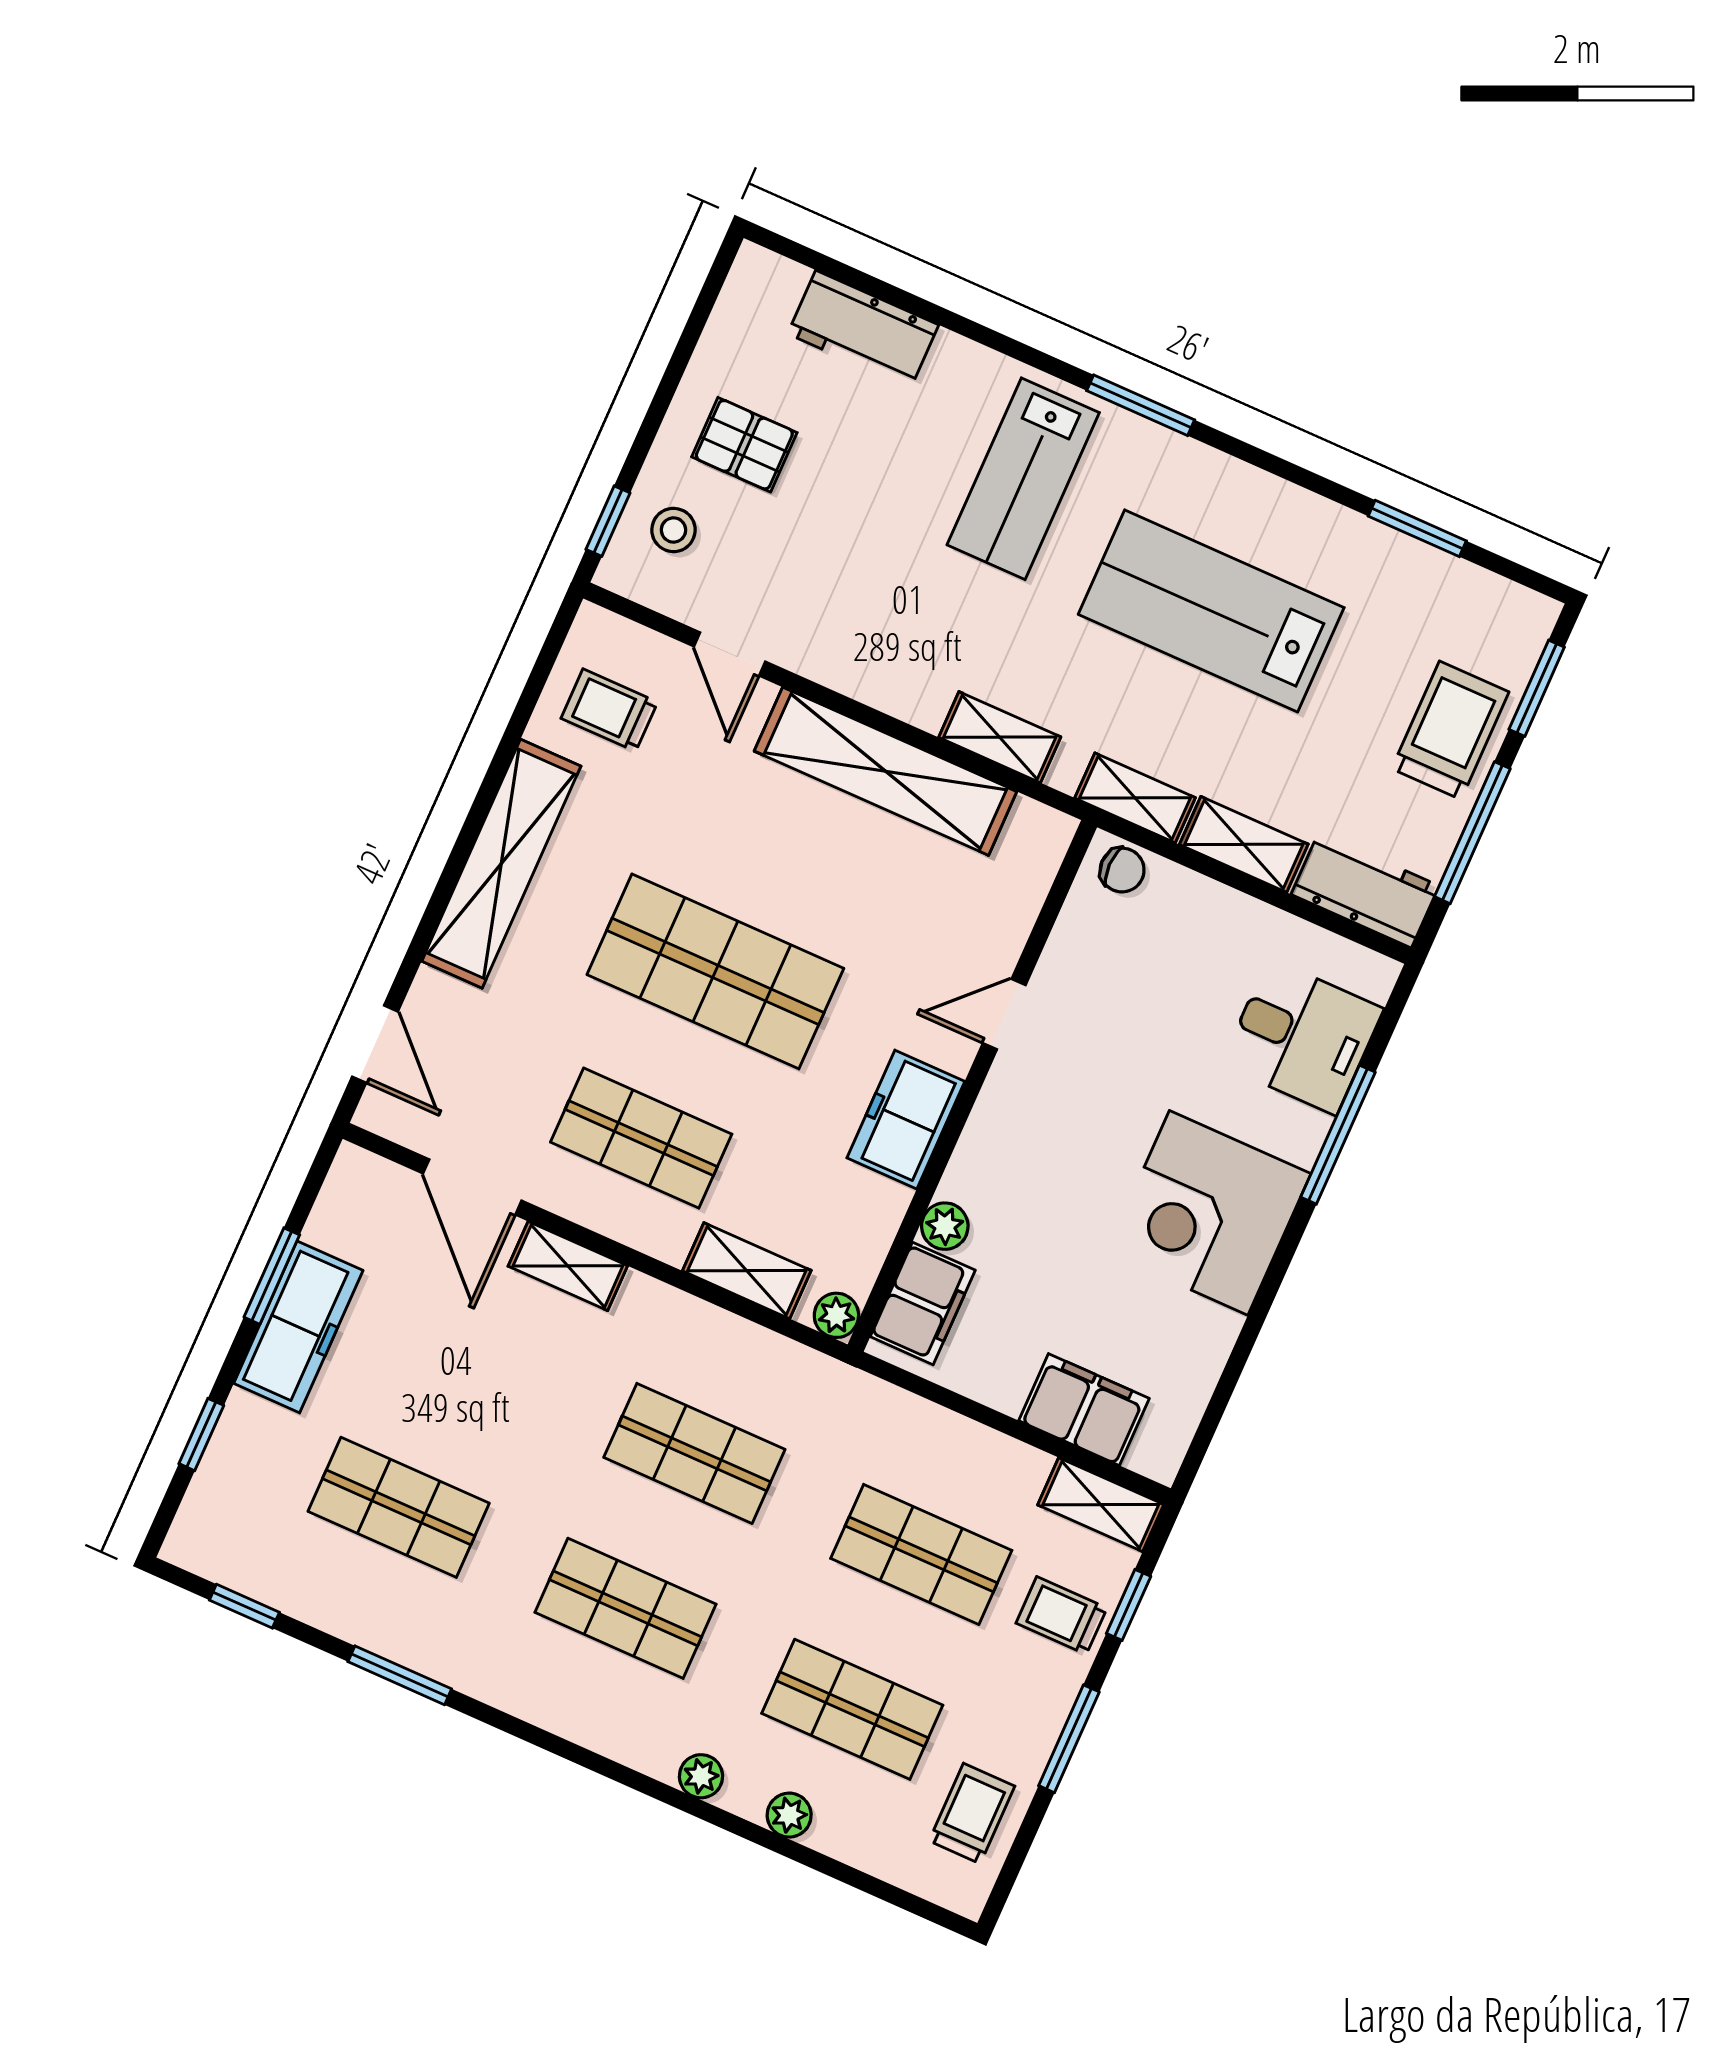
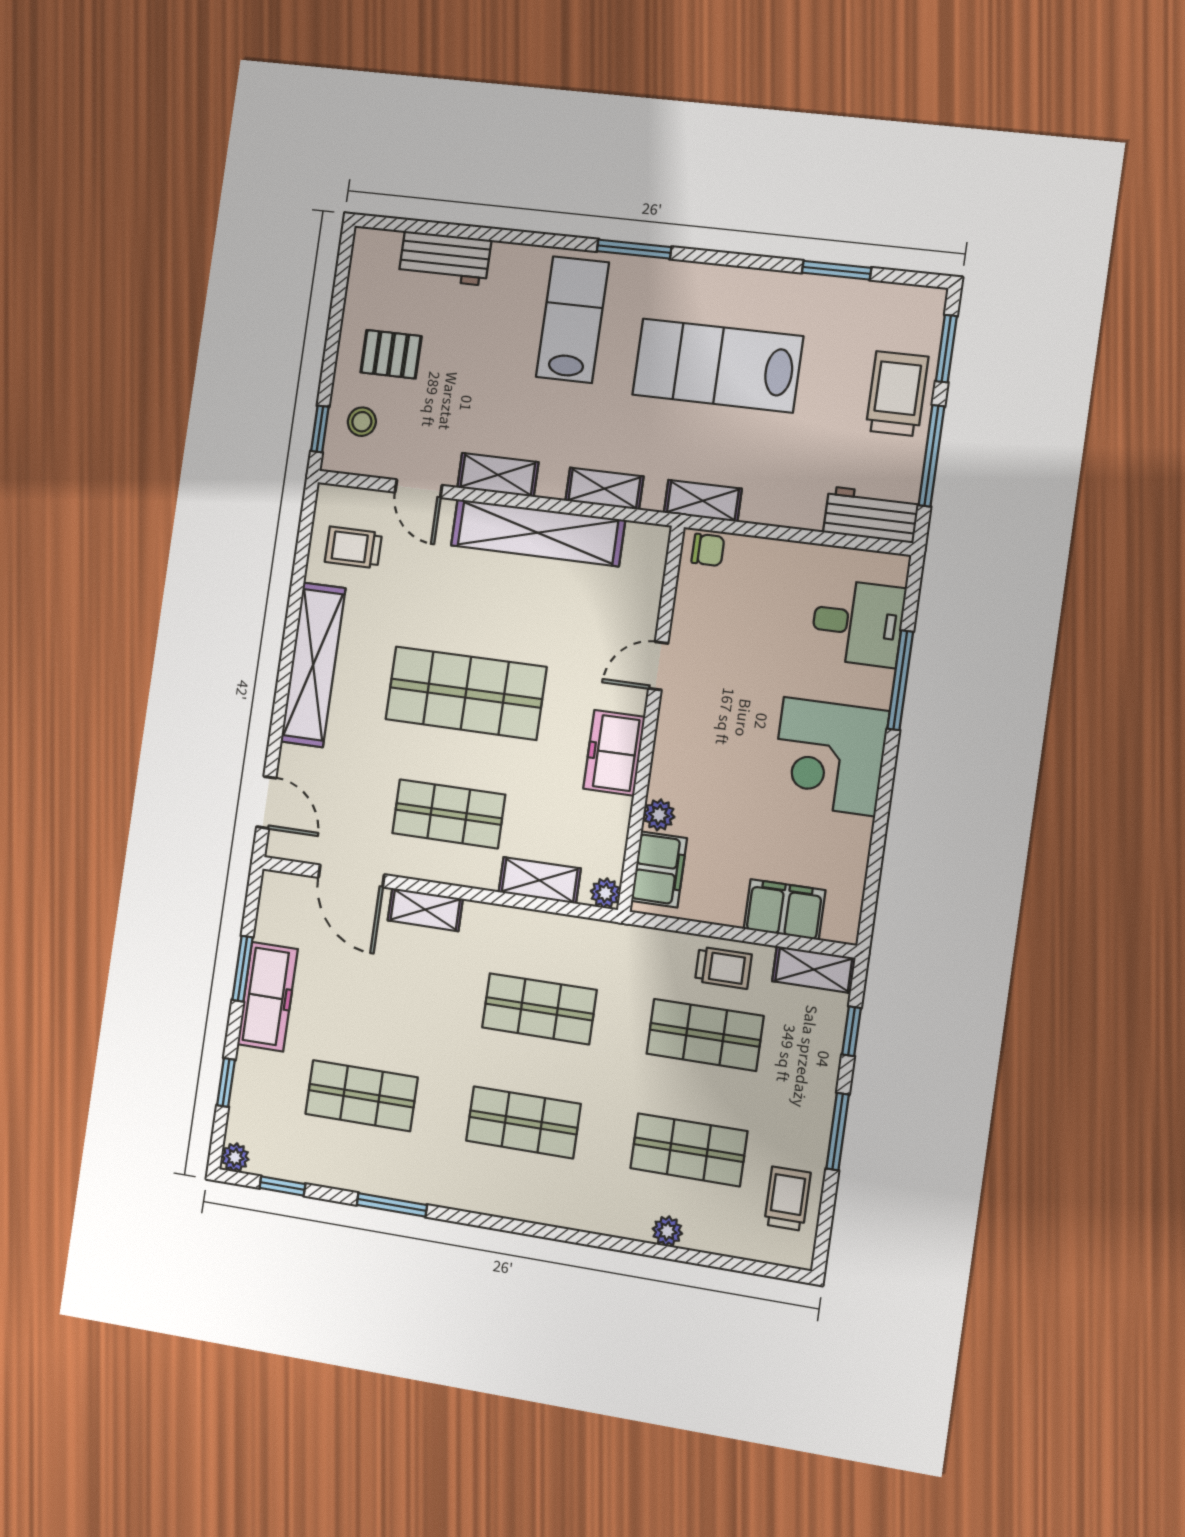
lab bench: (1023, 479) -> (572, 320), turned 180
shelving: (1244, 844) -> (498, 475), moved
trolley: (1061, 1615) -> (723, 968), moved, turned 180
plant: (701, 1776) -> (235, 1157), moved

